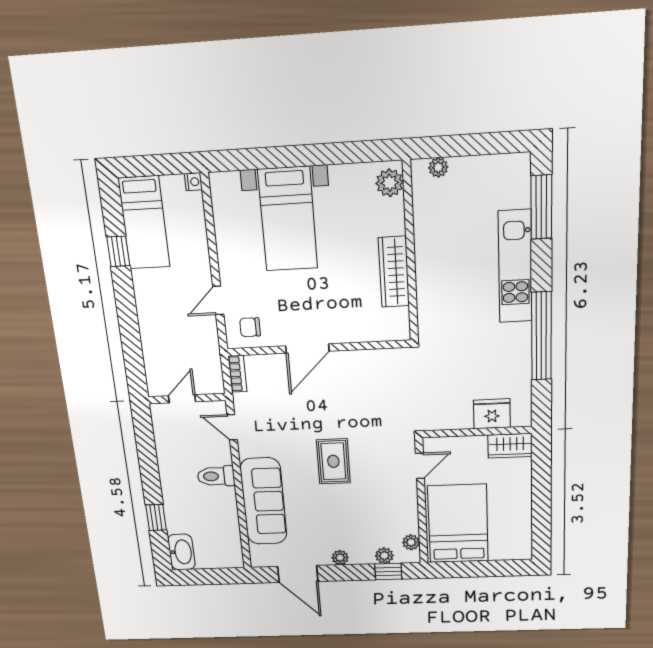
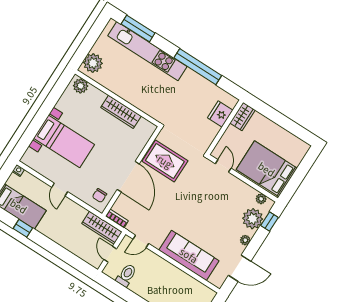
plant: (438, 167) -> (93, 63), width x1.88, depth x1.88
kitchen unit: (515, 267) -> (147, 51), width x1.36
door: (218, 300) -> (60, 189), moved
door: (307, 349) -> (128, 177), width x1.36
wardrobe: (209, 362) -> (102, 228), added
rug: (333, 461) -> (165, 161), moved, width x1.36, depth x1.43
toilet: (216, 476) -> (126, 275), moved, turned 180
plant: (384, 556) -> (253, 219), width x1.87, depth x1.87

